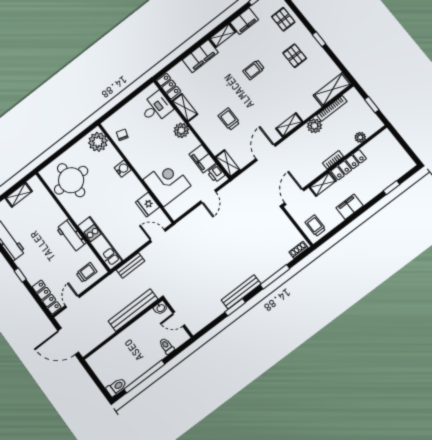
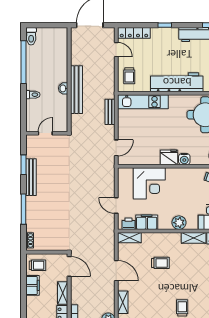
fridge: (147, 205) -> (169, 157), moved
filing cabinet: (350, 207) -> (32, 285), moved
workbench: (71, 236) -> (177, 82), width x1.88, depth x1.32
washbasin: (161, 308) -> (63, 88), moved
wall: (178, 318) -> (47, 133), moved
door: (179, 319) -> (45, 133), moved

